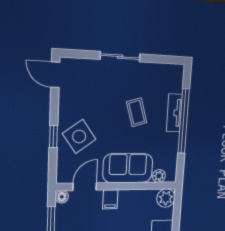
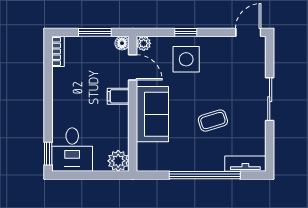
tv unit: (174, 113) -> (245, 164), moved
side table: (79, 136) -> (186, 59), turned 36
plant: (159, 176) -> (144, 43), moved

